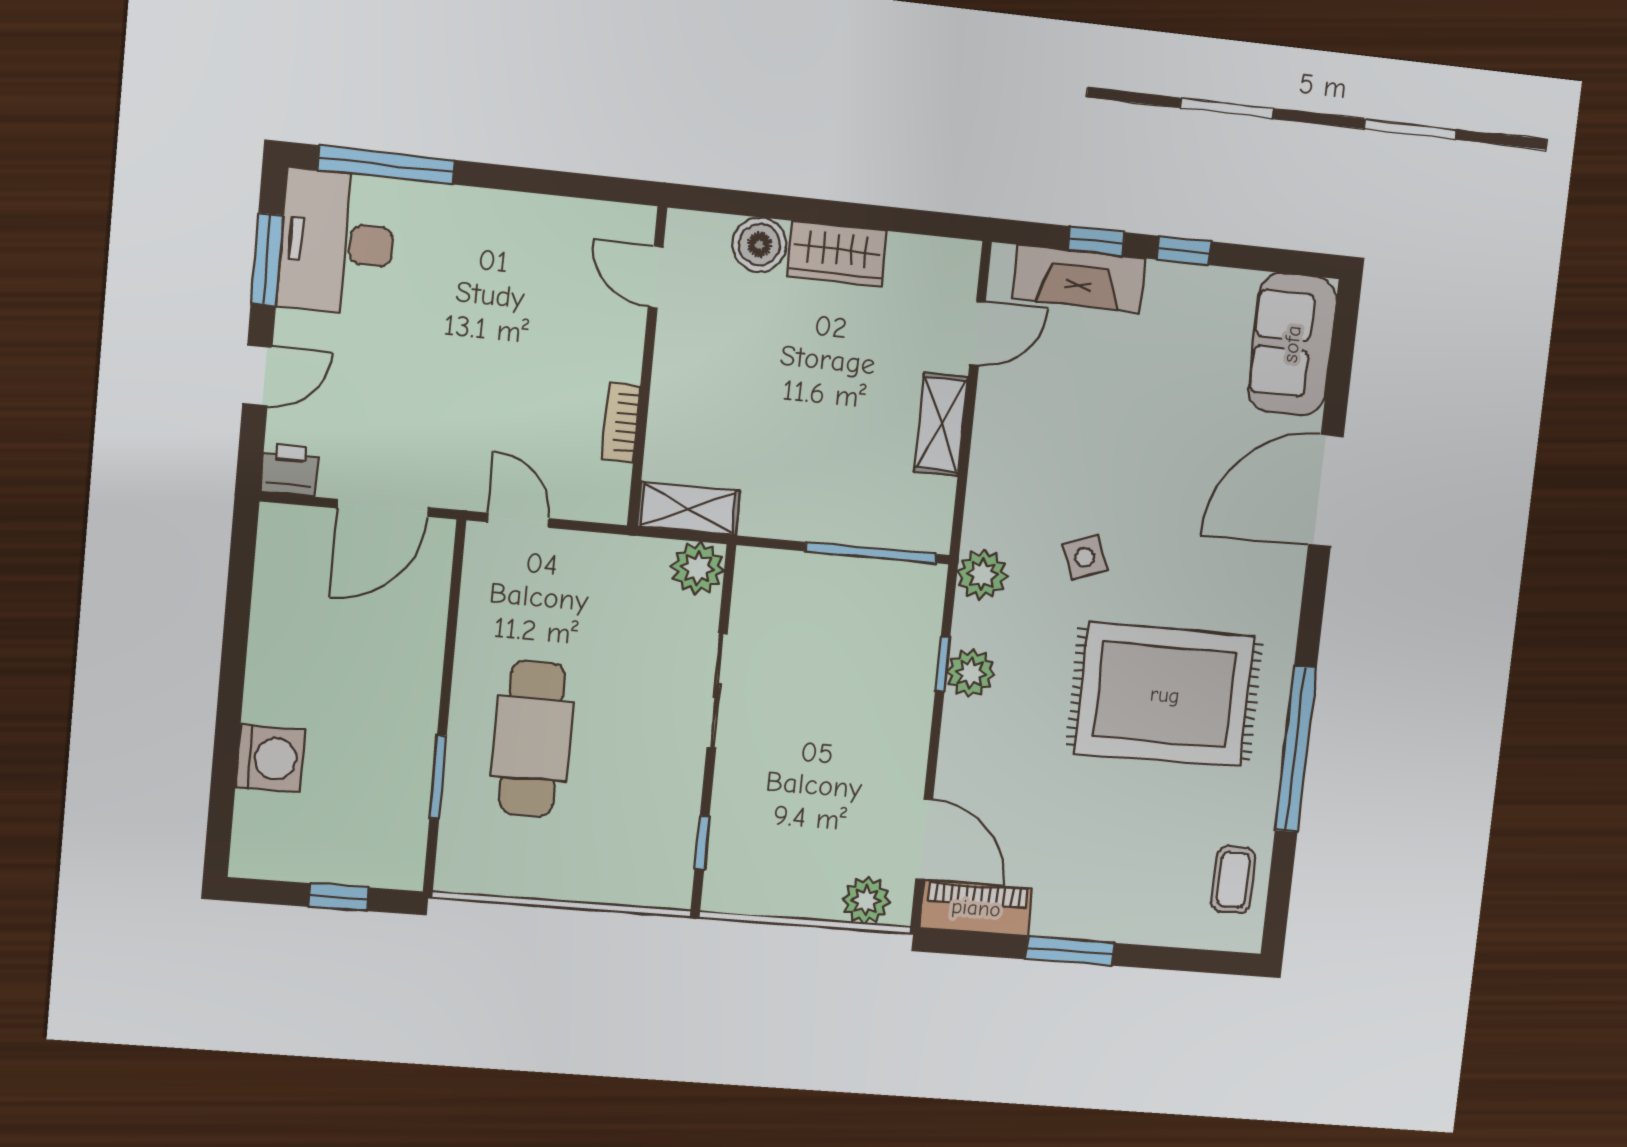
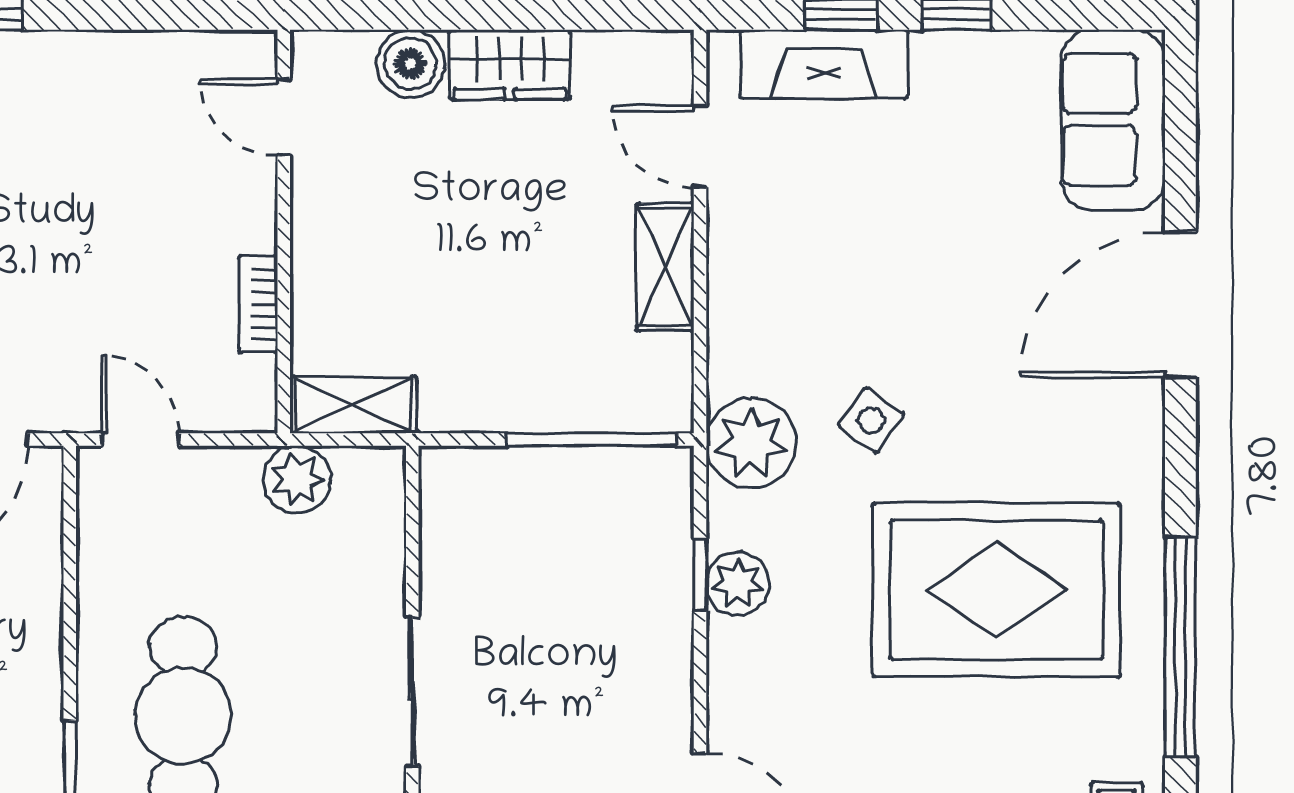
door: (978, 333) -> (700, 147), swing flipped
side table: (1085, 557) -> (871, 420), turned -33
plant: (698, 568) -> (297, 480), moved
plant: (982, 575) -> (751, 443), width x1.36, depth x1.36
sliding door: (717, 690) -> (412, 691), moved

